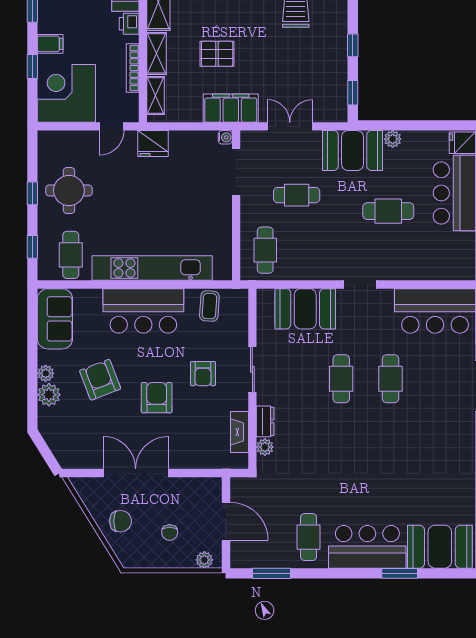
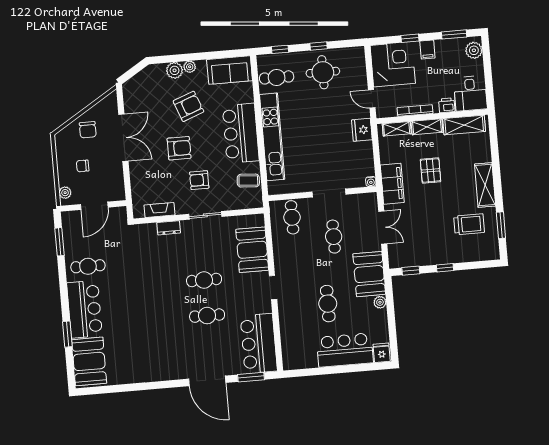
doorway: (236, 172) -> (329, 193), moved
cafe table: (265, 250) -> (292, 217), turned 90
plant: (265, 447) -> (150, 229), removed

